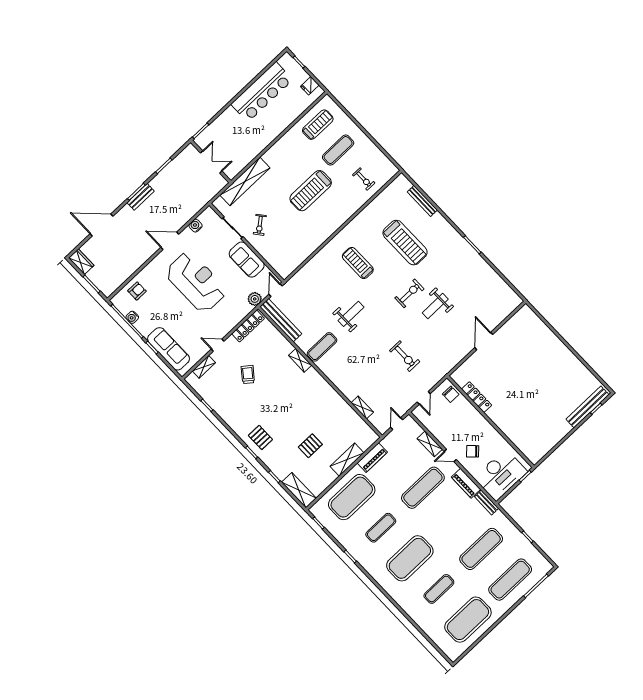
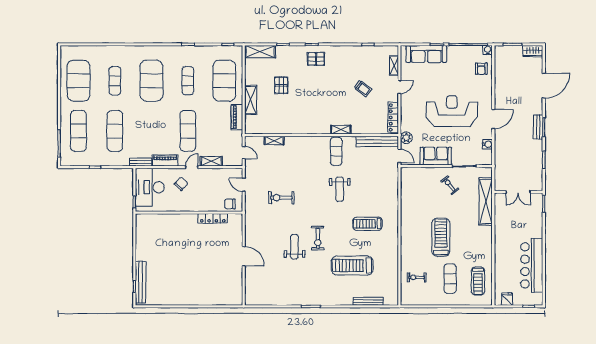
treadmill: (358, 263) -> (367, 224), turned 180
reception desk: (196, 282) -> (452, 111), turned 180
water cooler: (132, 317) -> (488, 50), moved

